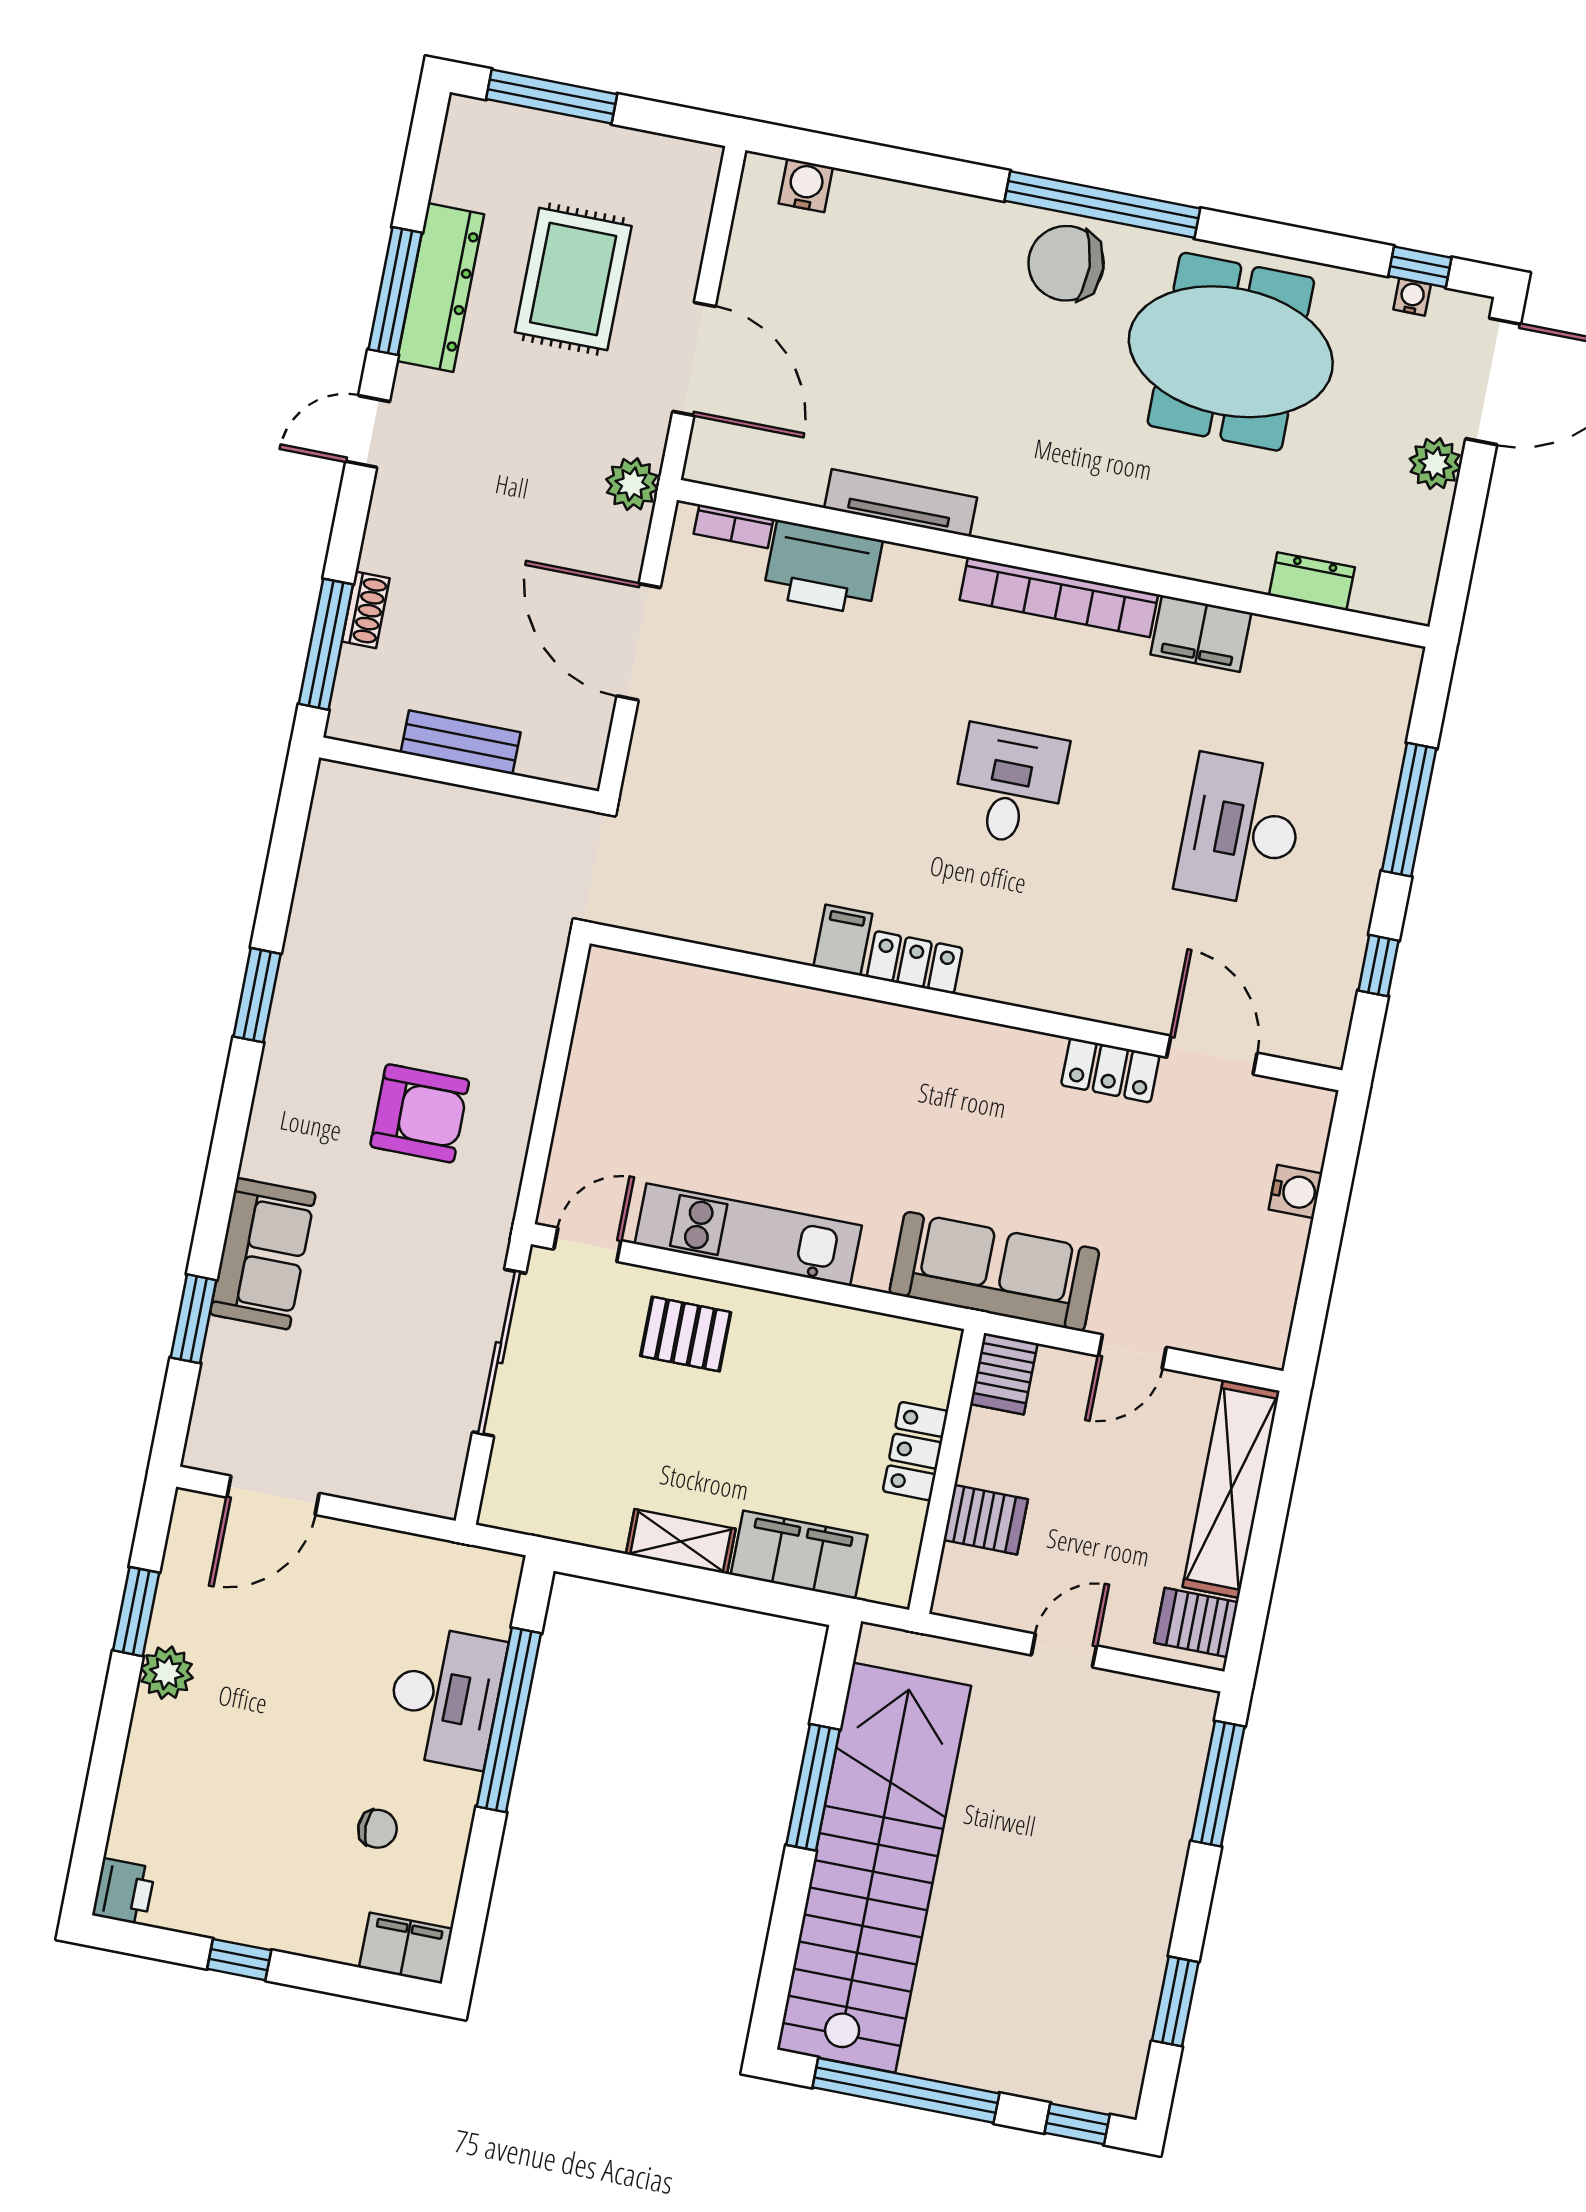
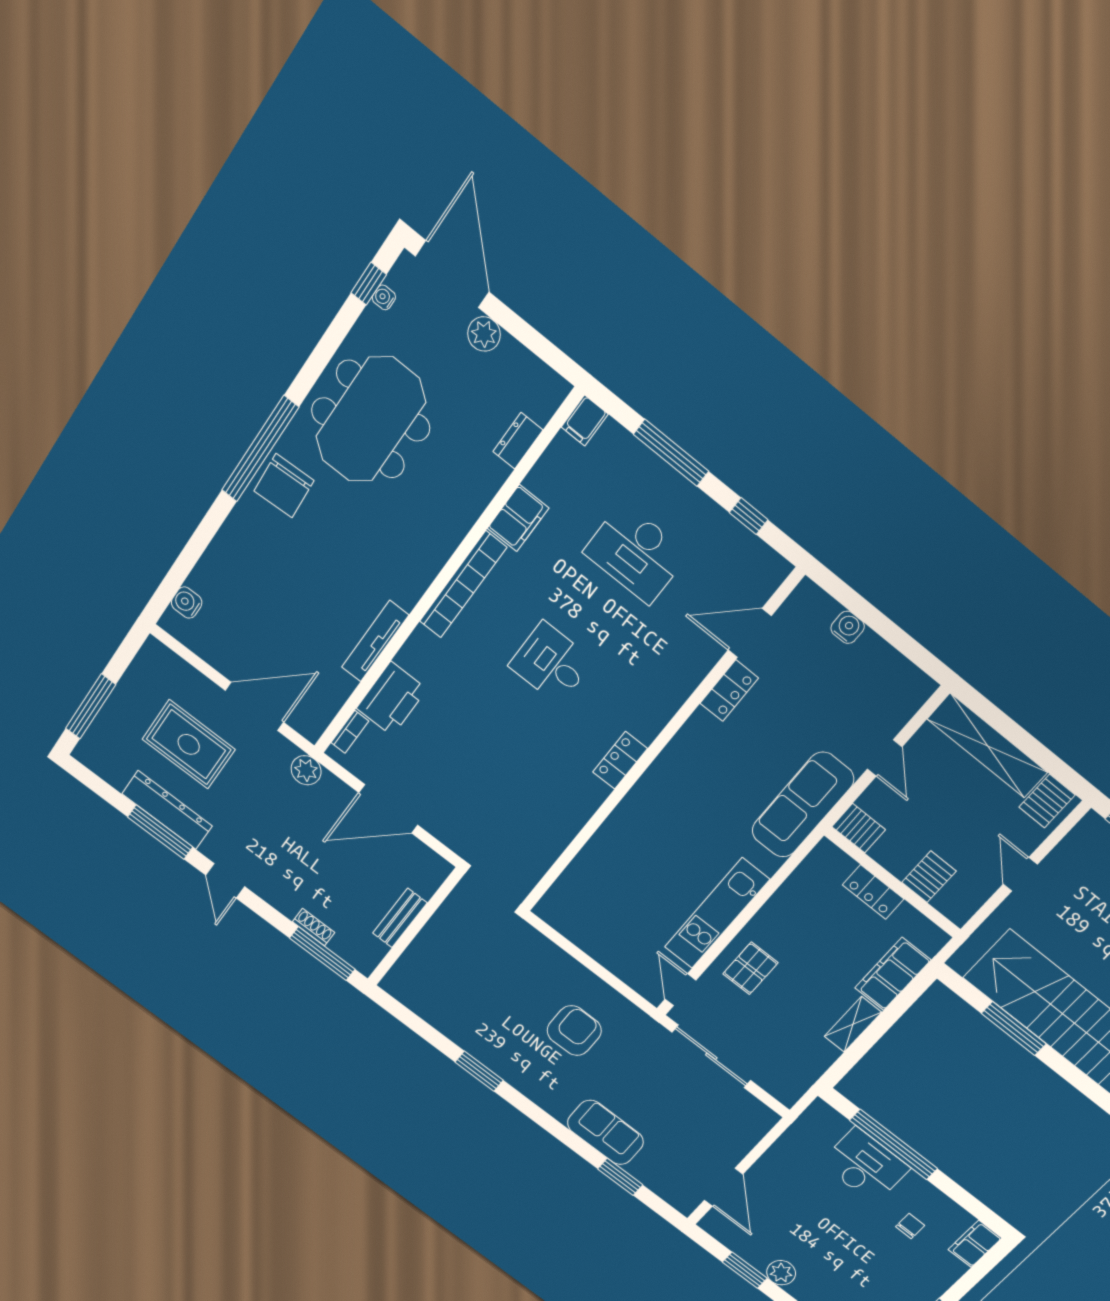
filing cabinet: (843, 940) -> (585, 420), moved, turned -90

